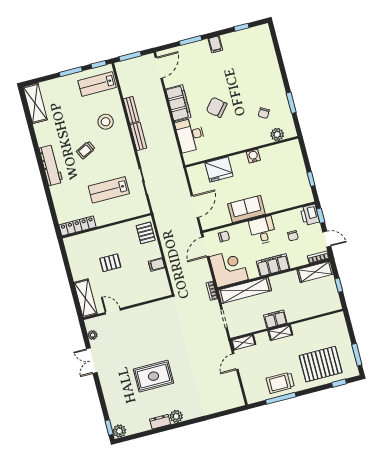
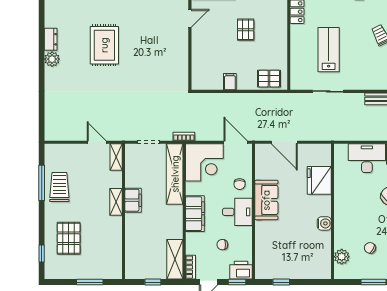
chair: (224, 236) -> (240, 184), moved
window: (357, 355) -> (90, 282), moved
pallet: (321, 364) -> (69, 238), width x0.73, depth x0.71

